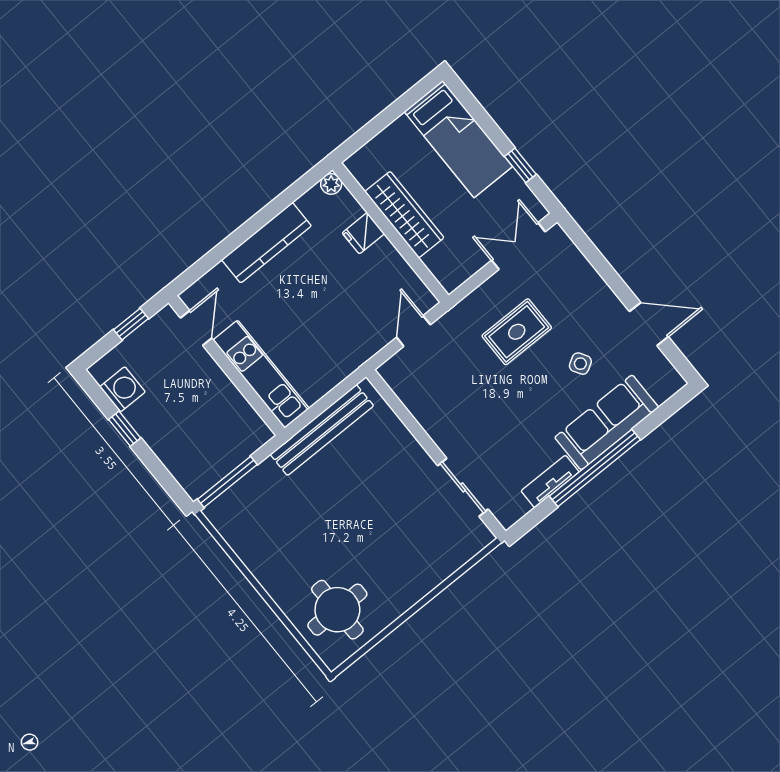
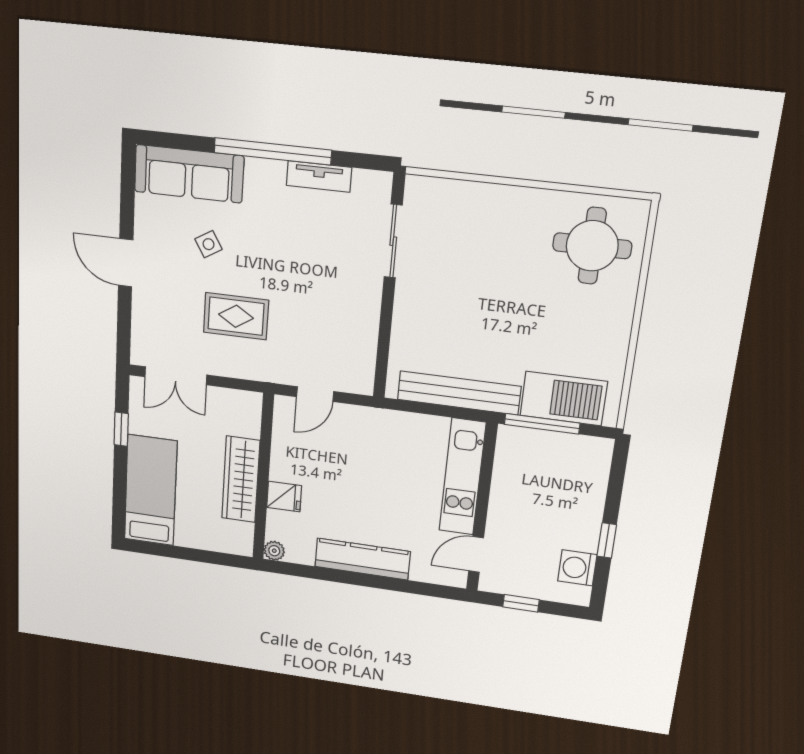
door: (649, 324) -> (126, 263), moved
sofa: (607, 422) -> (189, 174), moved
window: (227, 482) -> (542, 424), moved
barbecue: (253, 495) -> (564, 399), added

